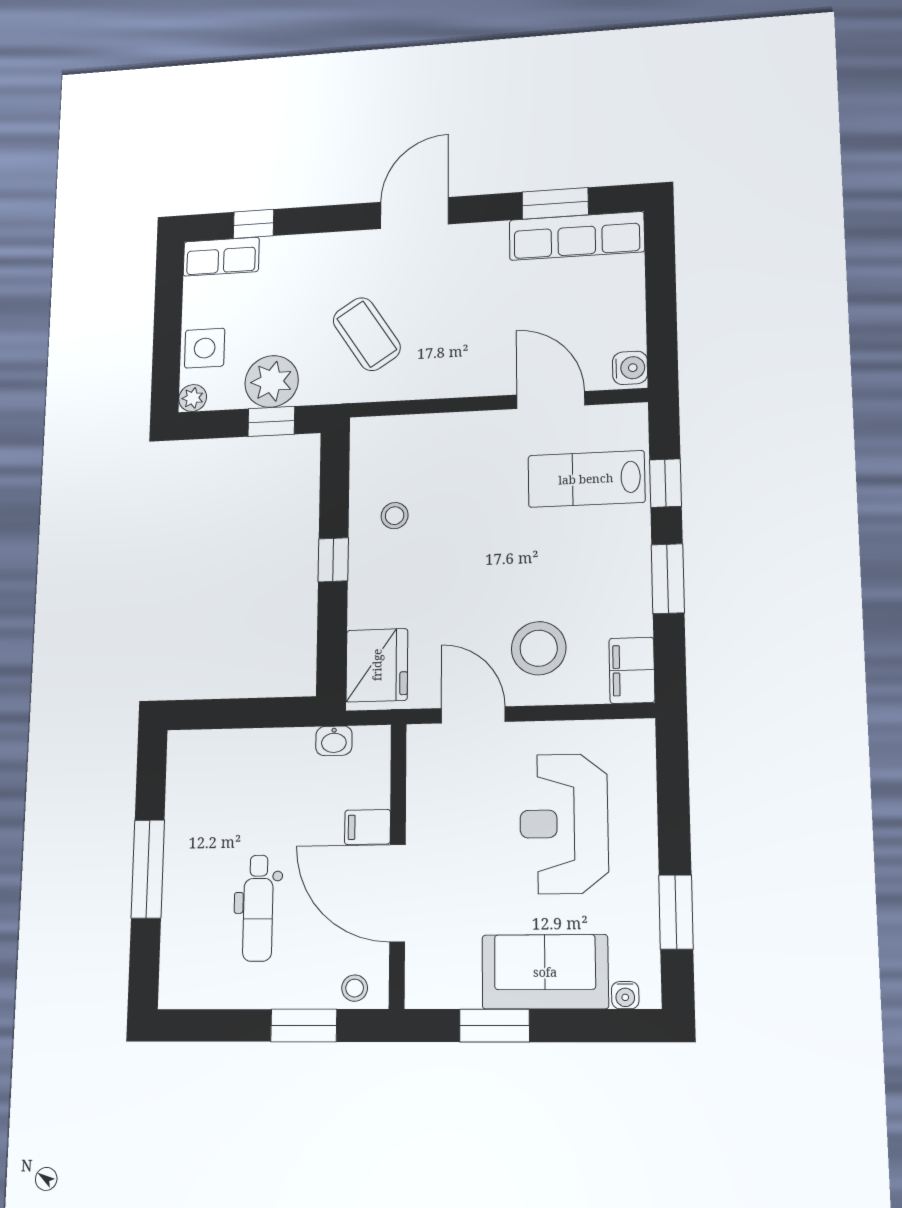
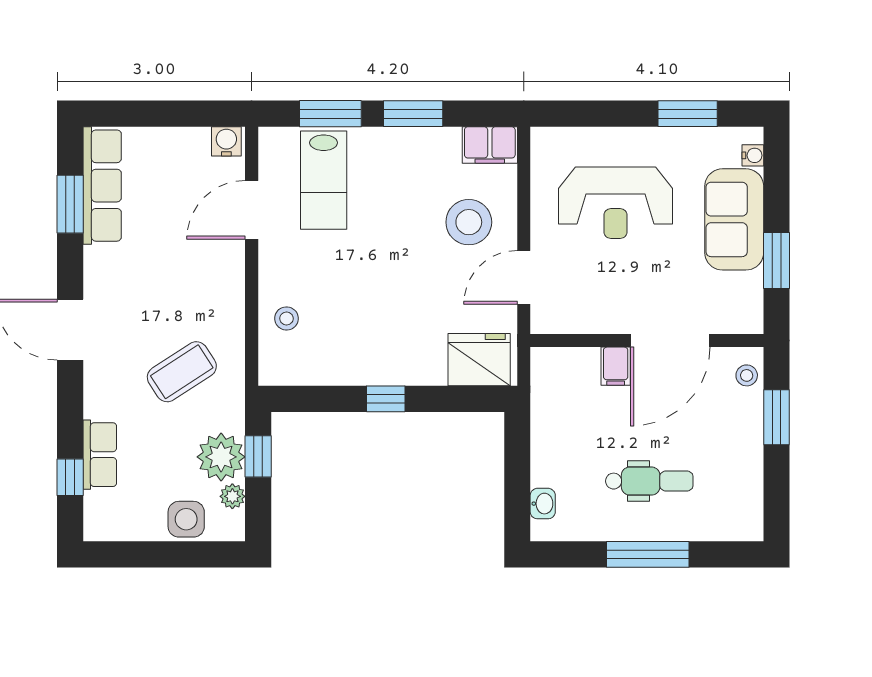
row of seats: (221, 257) -> (100, 455), moved
plant: (193, 398) -> (232, 496), moved
window: (665, 483) -> (330, 114), width x1.50
stool: (395, 516) -> (286, 318), moved
washbasin: (334, 741) -> (543, 504), moved
dental chair: (258, 908) -> (649, 481), moved

